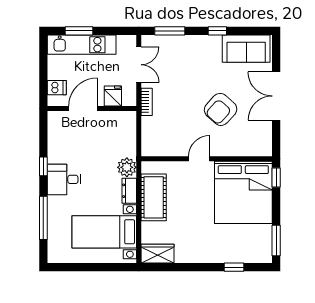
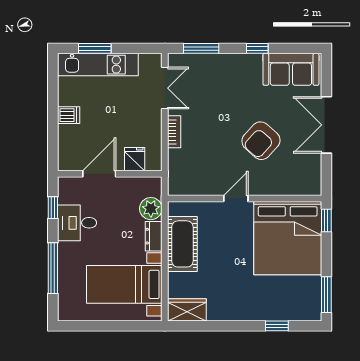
fridge: (113, 96) -> (135, 159), moved
door: (83, 109) -> (99, 174), moved
wall: (92, 109) -> (110, 174), moved

